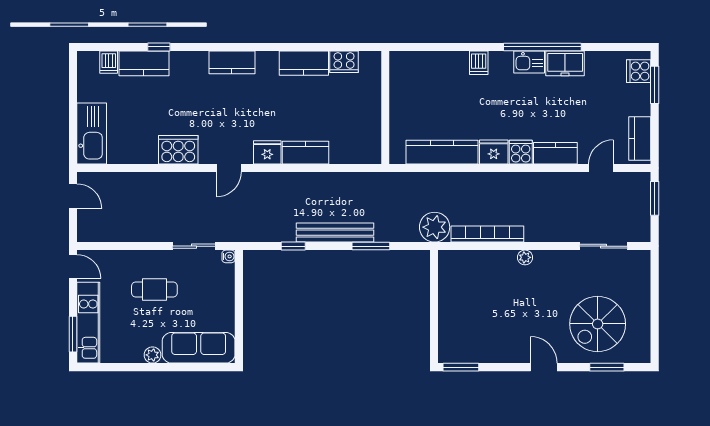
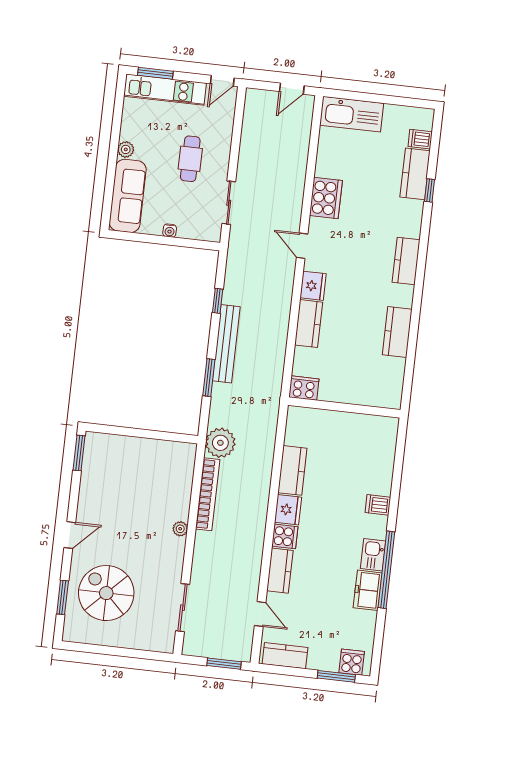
cooker: (344, 62) -> (304, 388), moved, turned 90
kitchen counter: (442, 152) -> (292, 470), width x0.67
water cooler: (229, 256) -> (170, 231), moved

